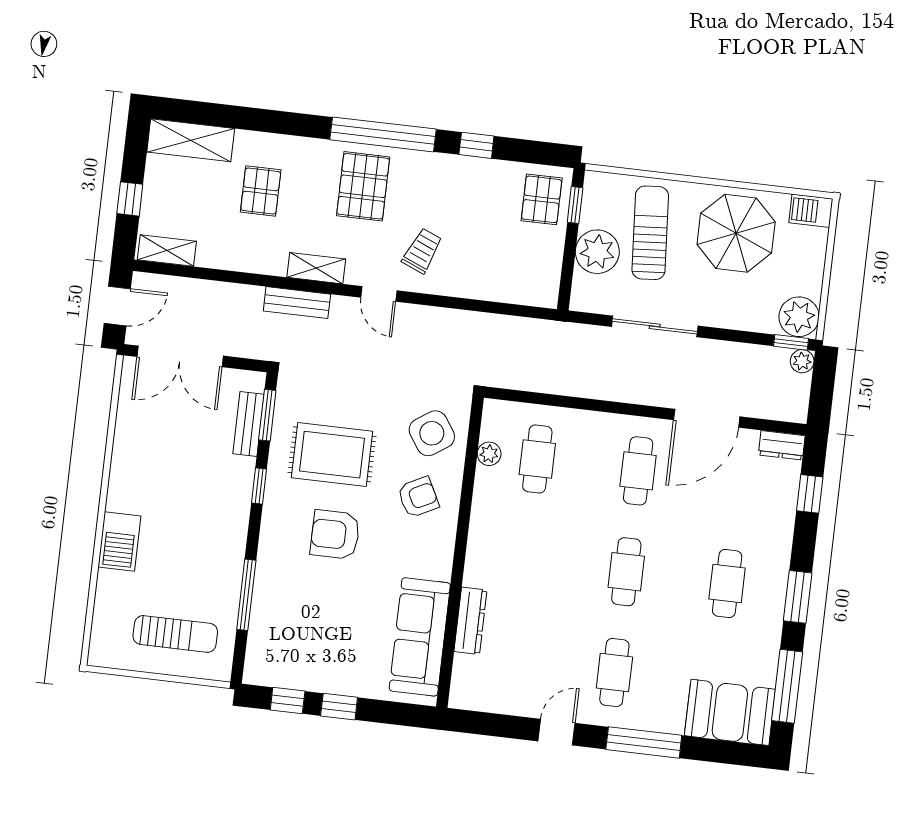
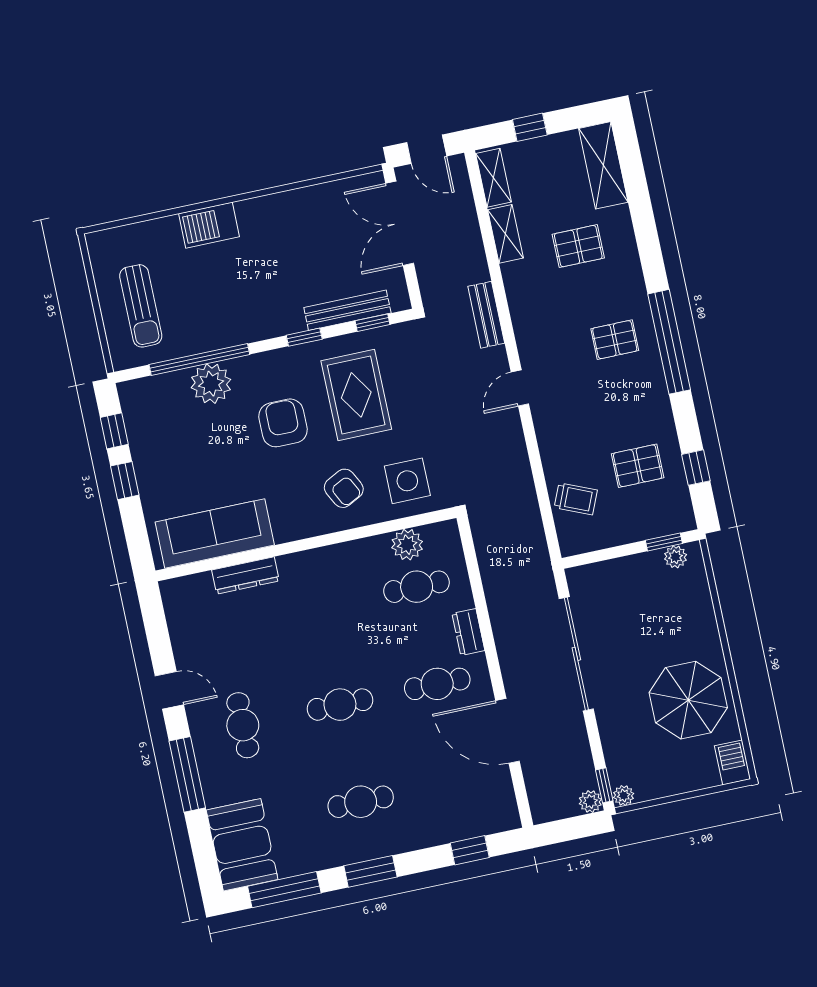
window: (476, 145) -> (696, 468), moved
pallet: (363, 186) -> (615, 340), width x0.67, depth x0.71
pallet: (542, 199) -> (638, 466), moved
sun lounger: (650, 233) -> (662, 620), removed
trolley: (422, 251) -> (576, 499), moved
plant: (597, 252) -> (675, 557), moved, width x0.53, depth x0.53
shelving: (316, 268) -> (505, 234), moved
plant: (799, 317) -> (624, 796), width x0.53, depth x0.53
sliding door: (655, 326) -> (576, 654), width x1.36
window: (267, 415) -> (373, 323), width x0.67
bench: (248, 424) -> (347, 310), width x1.36
side table: (432, 433) -> (407, 481), turned 34
dresser: (782, 445) -> (468, 632), moved
plant: (489, 454) -> (407, 545), width x1.38, depth x1.38
plant: (273, 591) -> (211, 384), added
window: (246, 595) -> (199, 359), width x1.46
cafe table: (614, 673) -> (243, 725), turned 90

